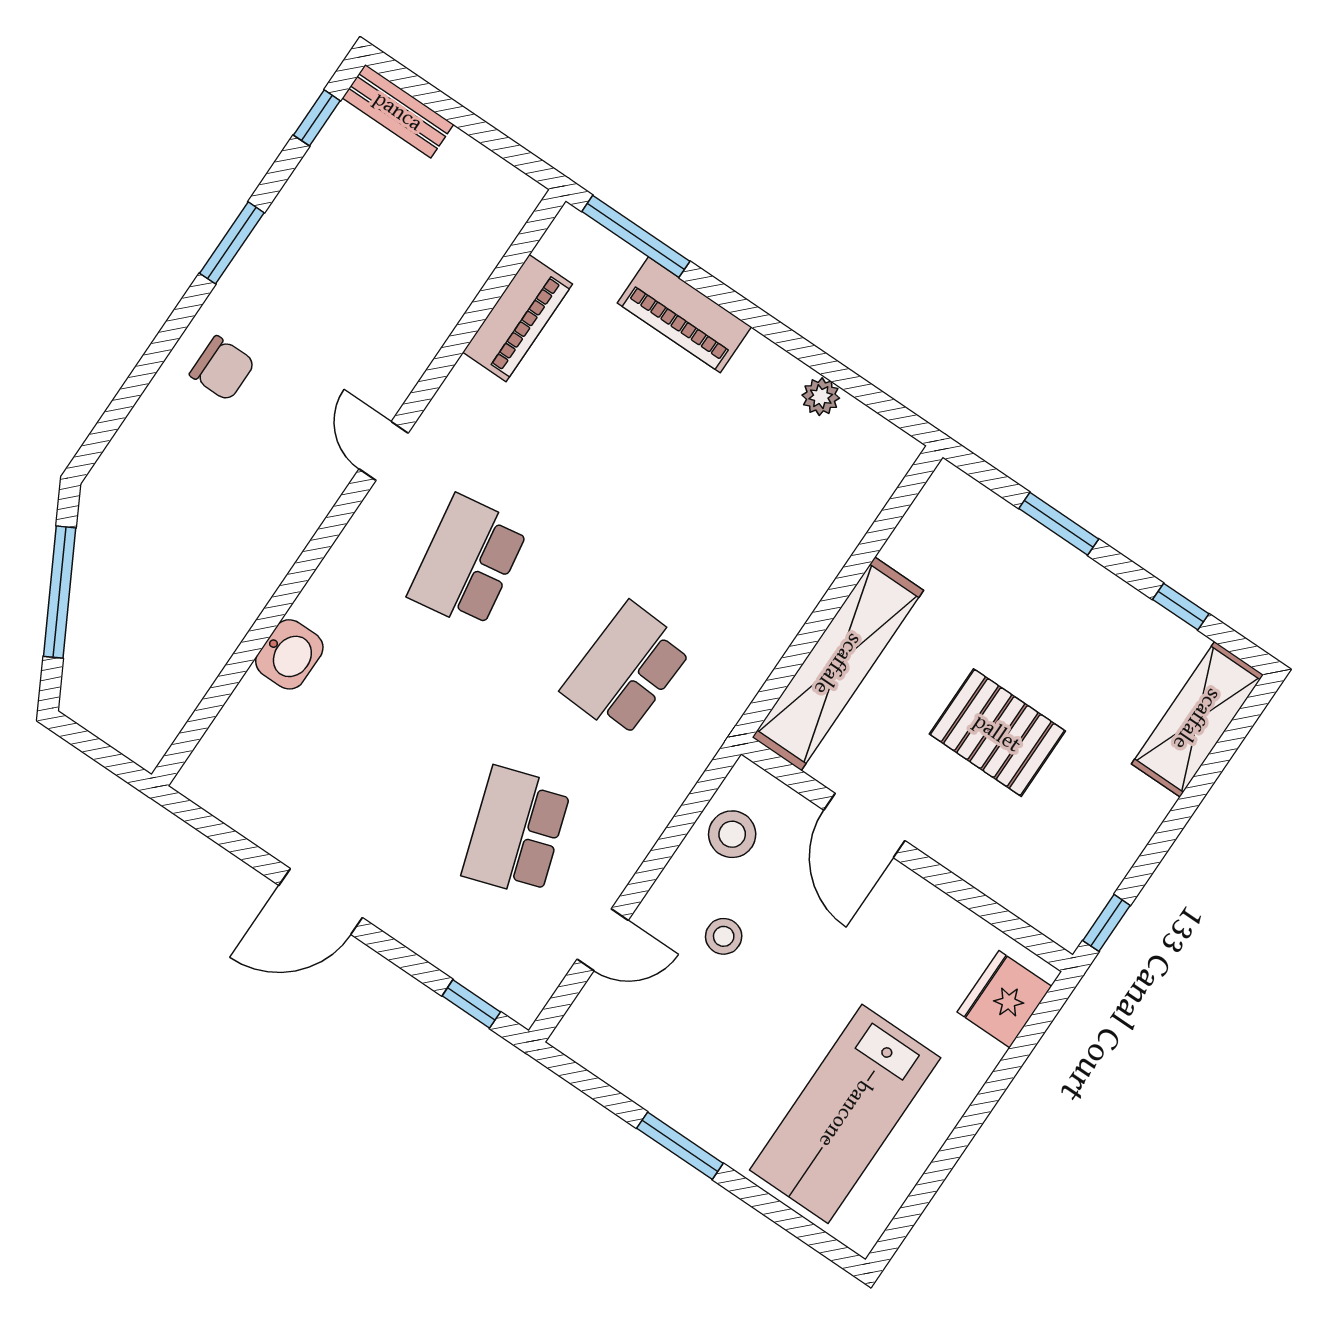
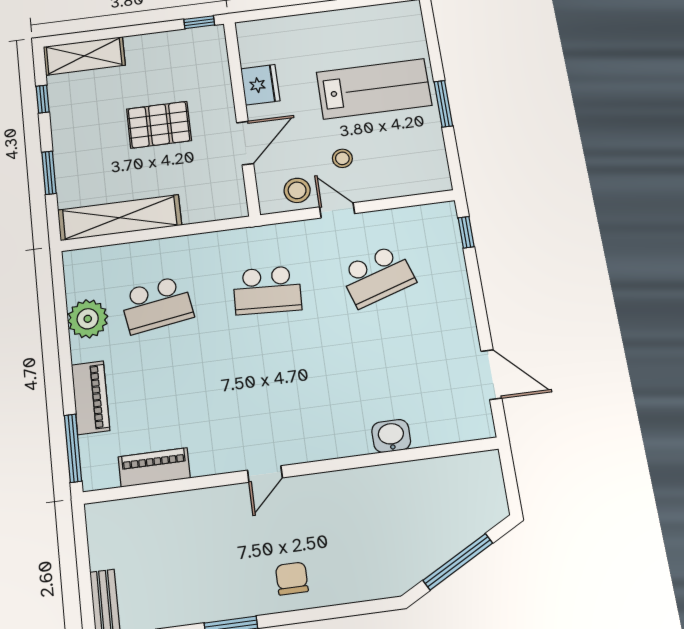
plant: (821, 397) -> (88, 319), width x1.88, depth x1.88
school desk: (468, 562) -> (157, 305), moved
shelving: (838, 664) -> (120, 218), moved
pallet: (997, 733) -> (159, 125), turned 90
door: (321, 902) -> (491, 375), moved
door: (603, 940) -> (337, 210), moved
fridge: (1004, 999) -> (260, 85), moved, turned -90
lab bench: (845, 1114) -> (374, 89), moved

